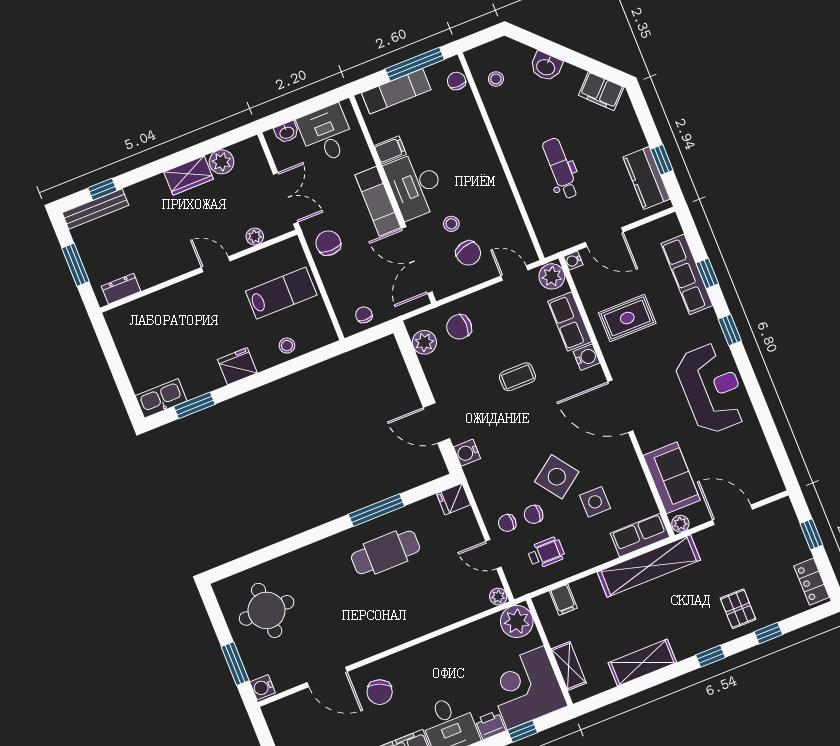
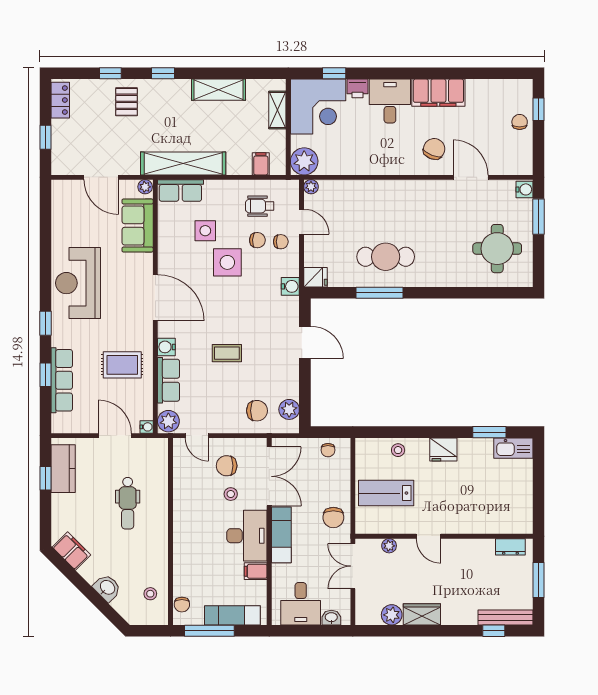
chair: (468, 253) -> (227, 466), turned -73
water cooler: (467, 453) -> (290, 286), moved
side table: (557, 477) -> (227, 262), turned 36

